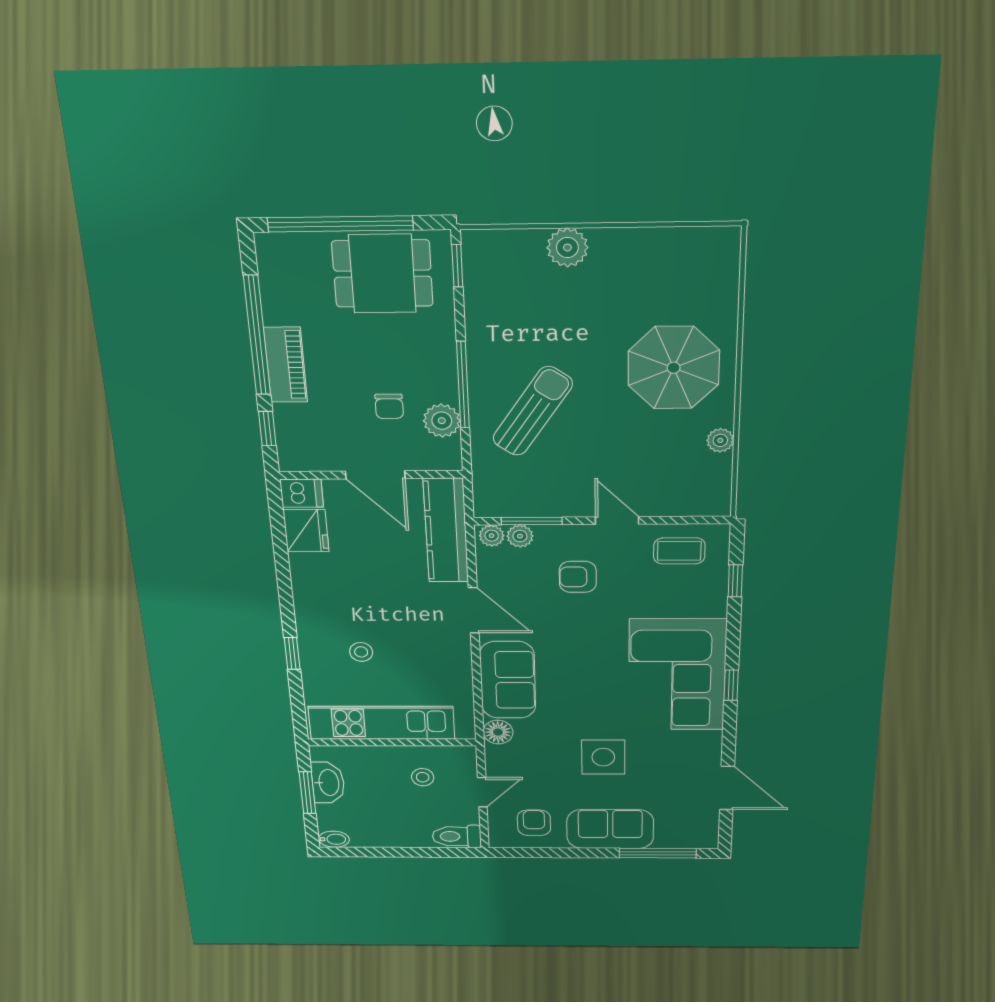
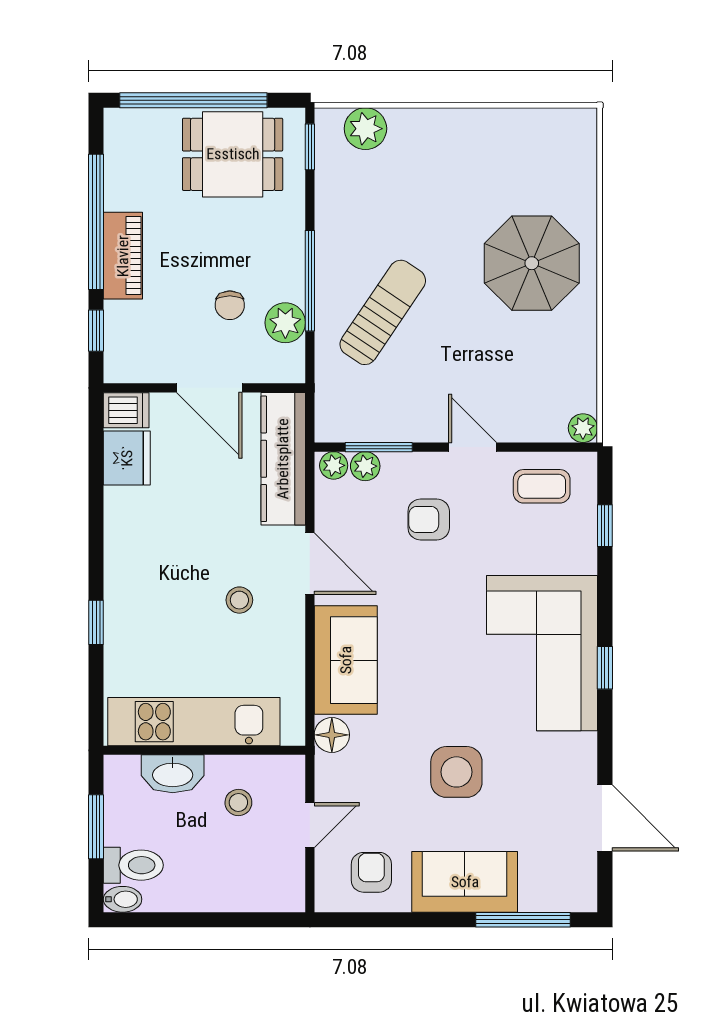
plant: (567, 248) -> (365, 129), moved
plant: (720, 440) -> (583, 428), moved
stool: (361, 652) -> (239, 600), moved
washbasin: (328, 783) -> (173, 774), moved, turned 90
toilet: (457, 836) -> (133, 865), moved, turned 180

